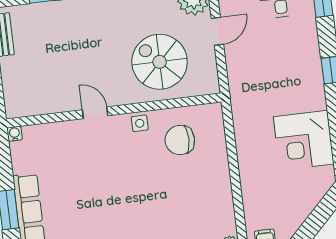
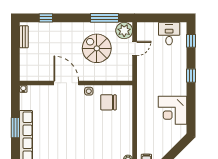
spiral stairs: (160, 62) -> (97, 48), moved
door: (95, 113) -> (66, 83), width x1.88

